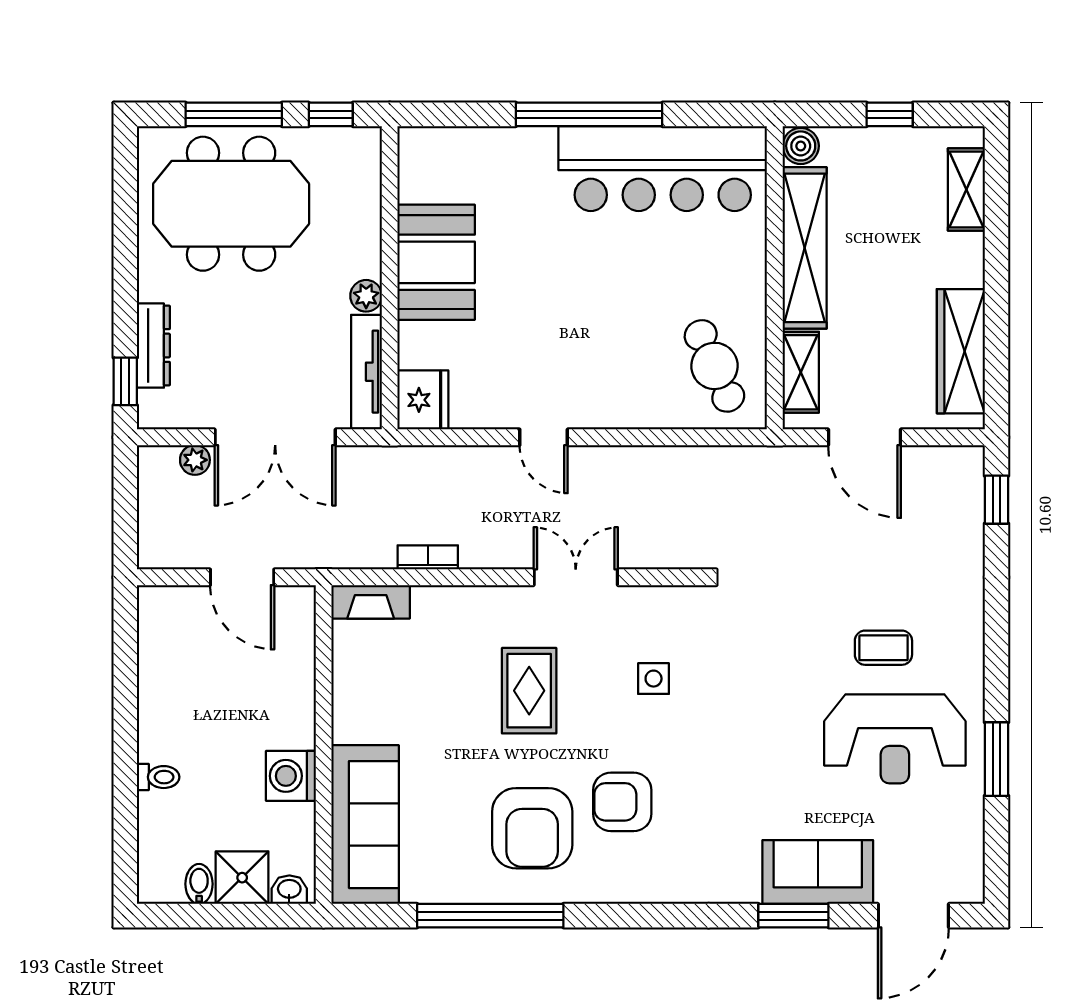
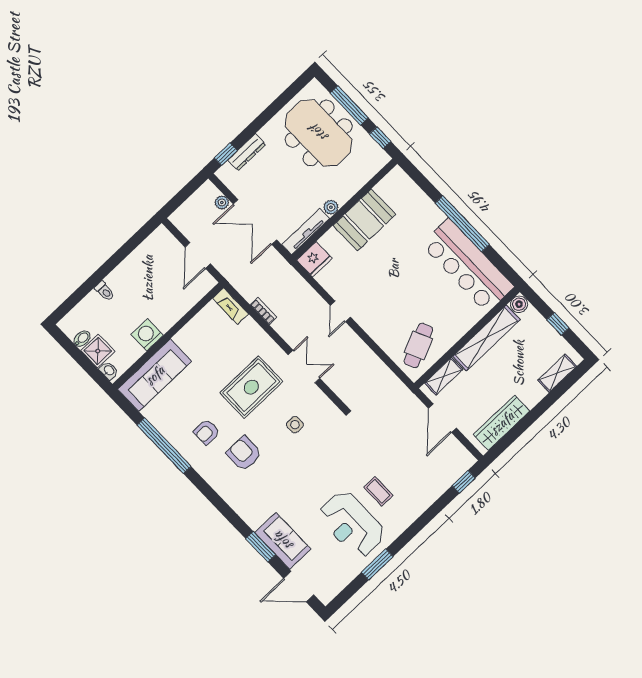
rug: (529, 691) -> (251, 387), width x1.36, depth x1.43
armchair: (532, 828) -> (207, 432), width x0.53, depth x0.53

